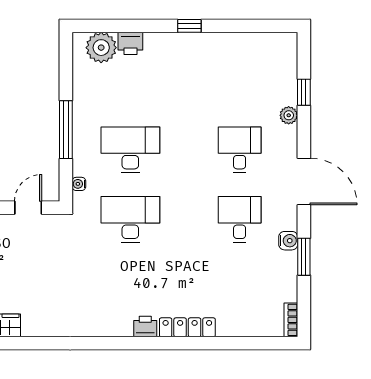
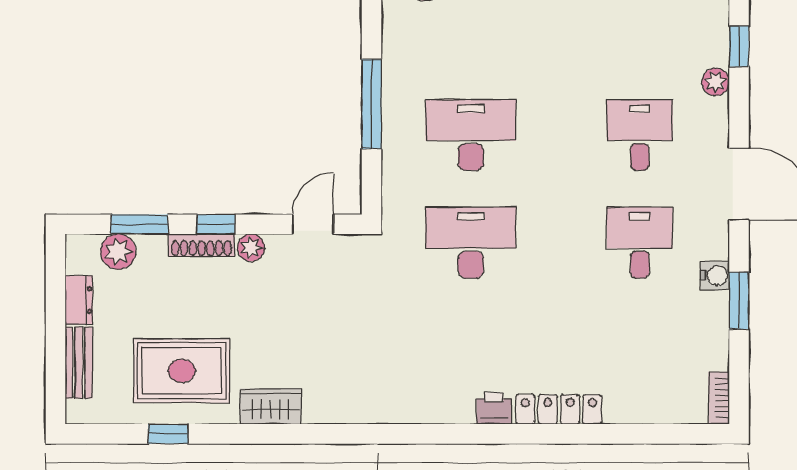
water cooler: (79, 184) -> (391, 188), removed

